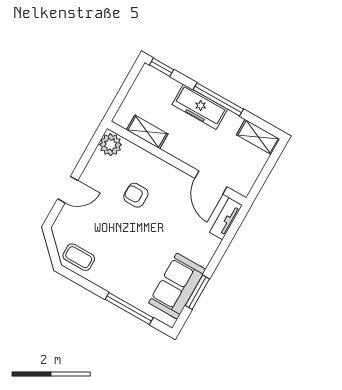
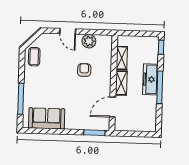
shelving: (258, 137) -> (121, 83), moved
plant: (111, 145) -> (89, 41), moved
tv unit: (226, 219) -> (97, 126), removed
window: (197, 292) -> (94, 133), moved

